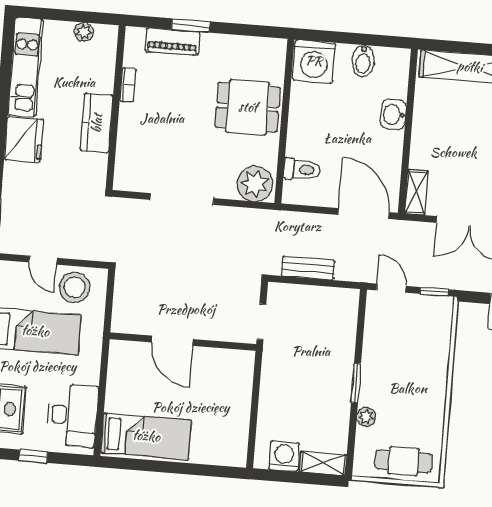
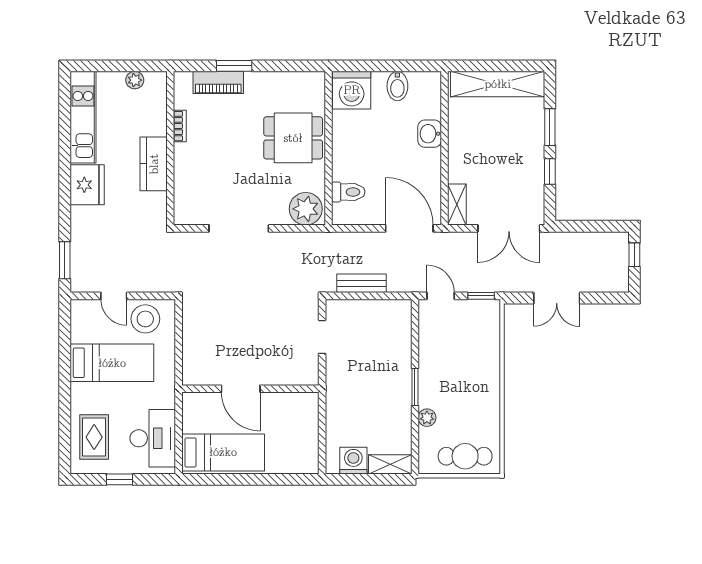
door: (172, 341) -> (241, 389), moved
wall: (183, 342) -> (250, 389), moved

